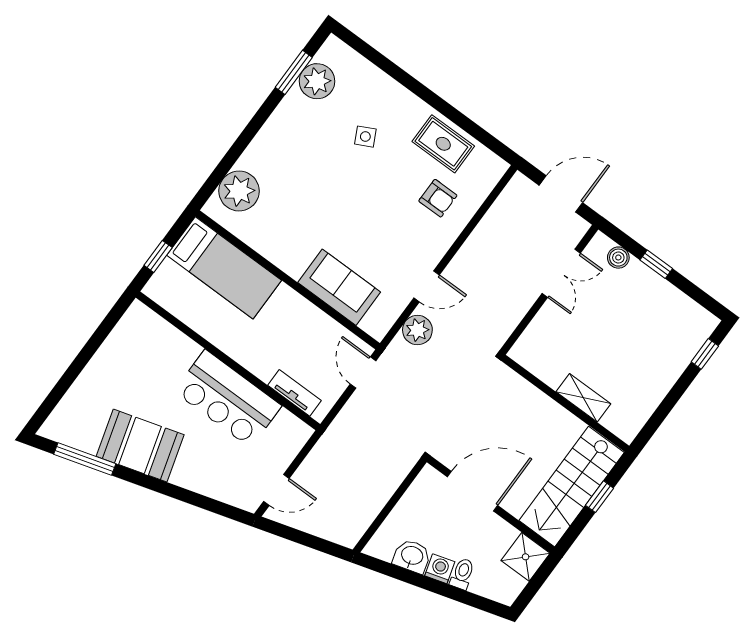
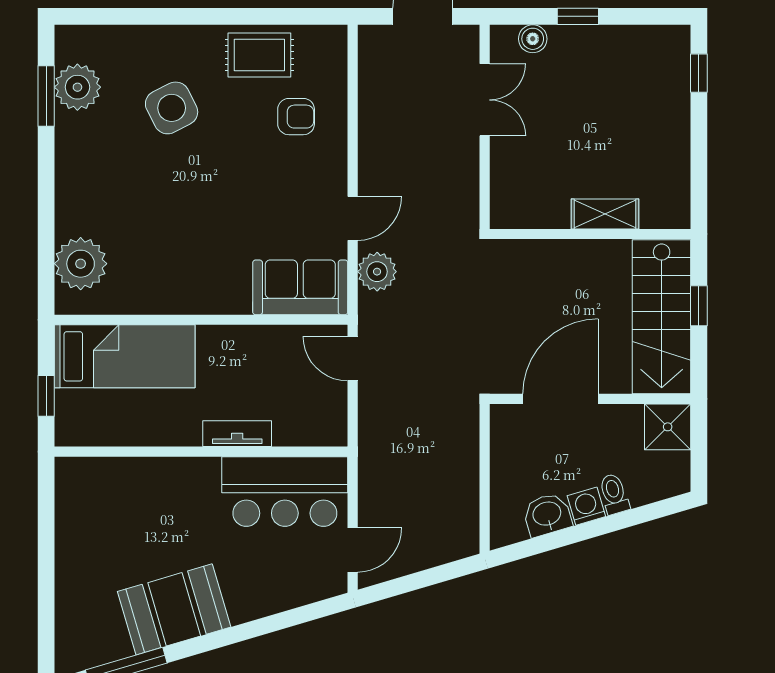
side table: (365, 137) -> (172, 108), width x1.87, depth x1.87
sofa: (339, 287) -> (300, 287), moved
tv unit: (294, 393) -> (237, 434), moved
bar counter: (228, 399) -> (285, 492), moved

